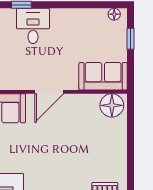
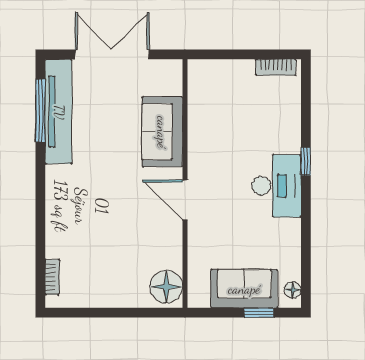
desk: (33, 26) -> (276, 186), width x1.37
sofa: (103, 76) -> (244, 289), moved, turned -90

